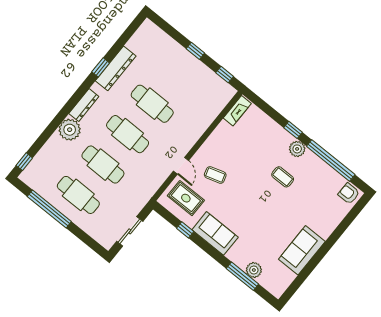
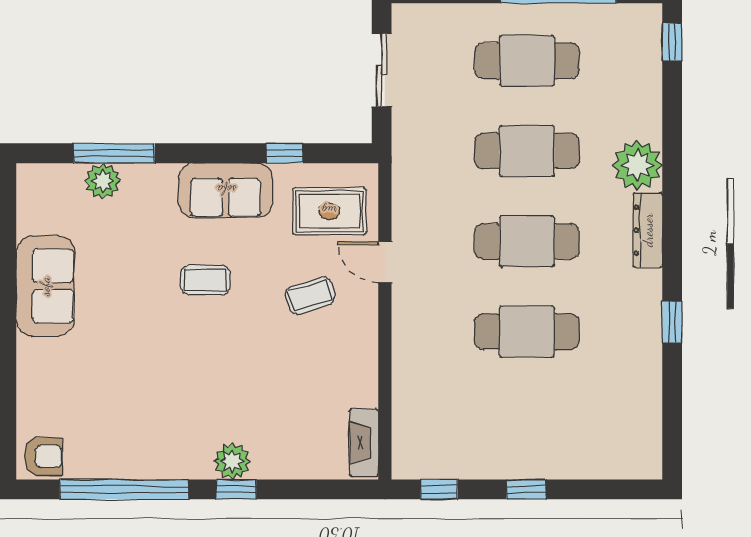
dresser: (116, 68) -> (644, 342), removed
plant: (297, 149) -> (232, 461), moved
coffee table: (283, 177) -> (205, 280), moved

